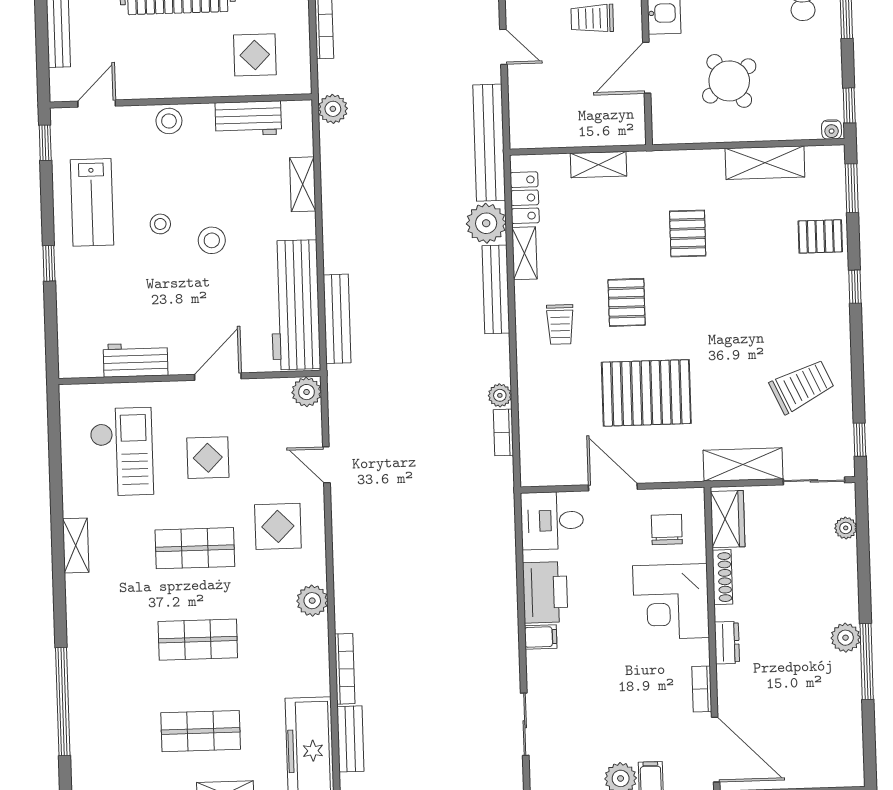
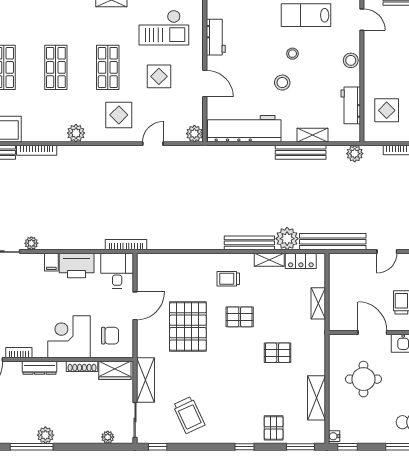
round table: (729, 81) -> (363, 379), turned 36
bench: (337, 319) -> (301, 152), moved
plant: (500, 395) -> (31, 243), moved
bookcase: (503, 432) -> (126, 245), moved, width x1.56
dresser: (727, 643) -> (39, 368), width x1.44

